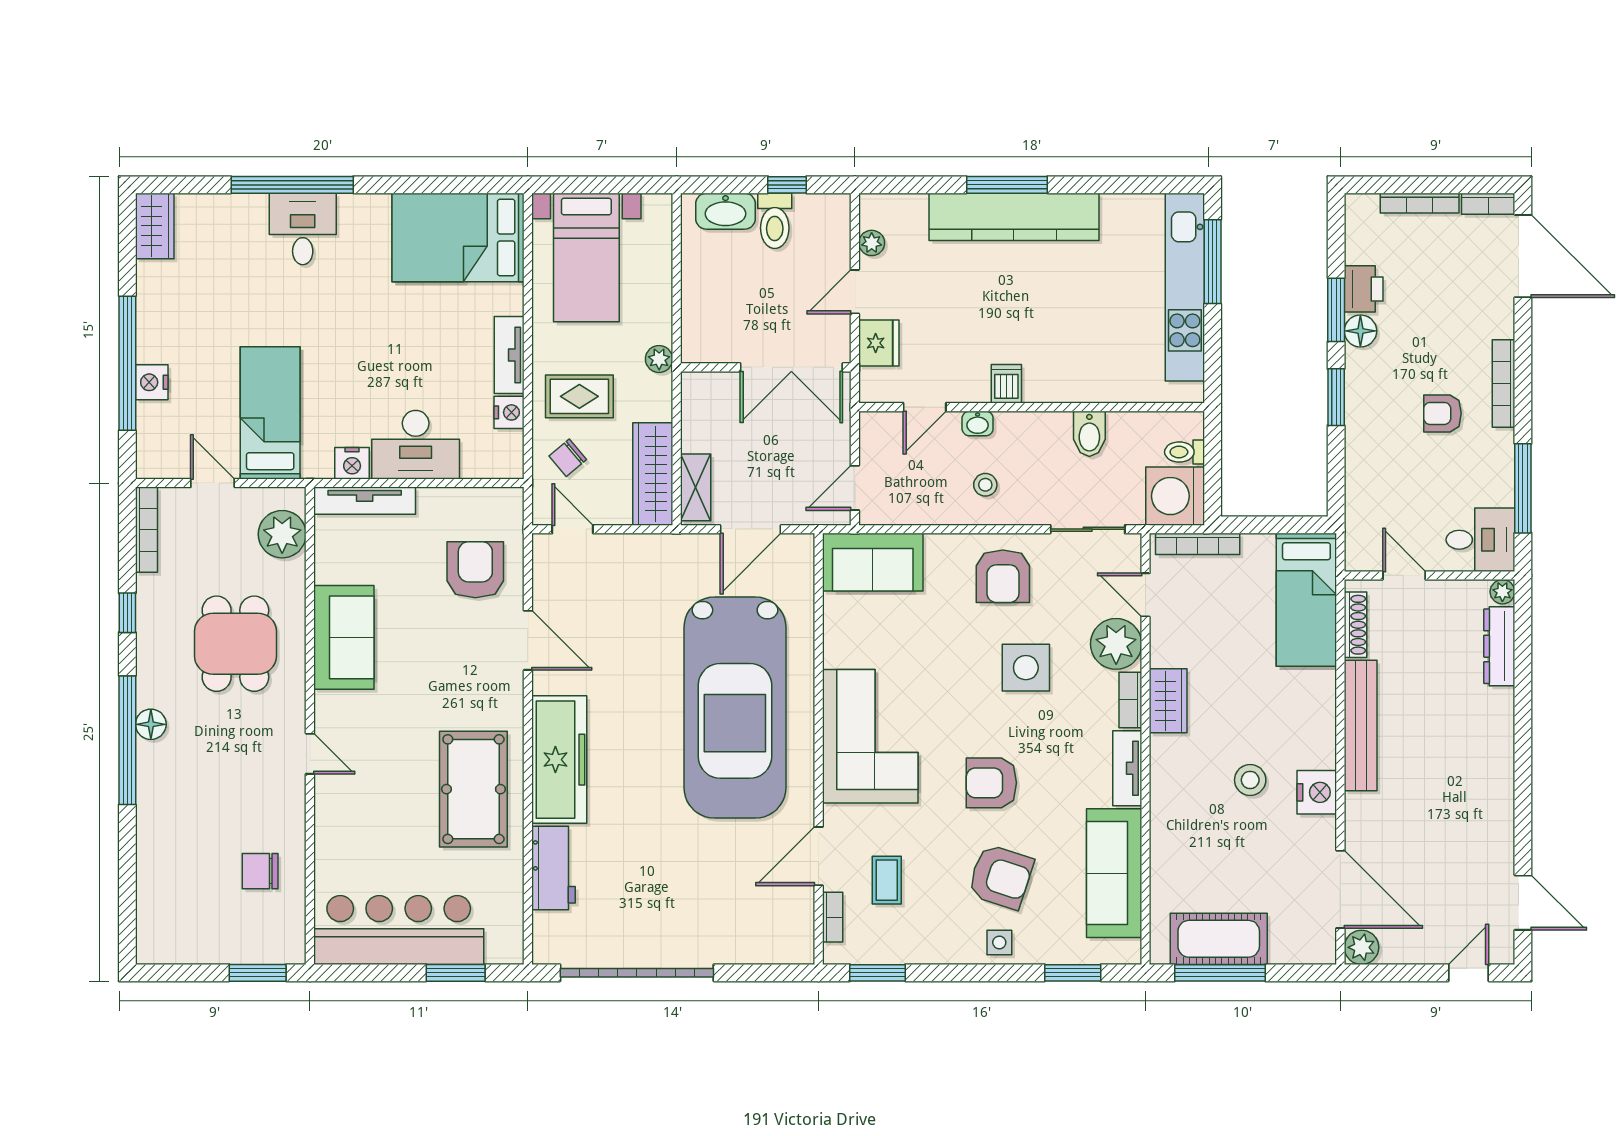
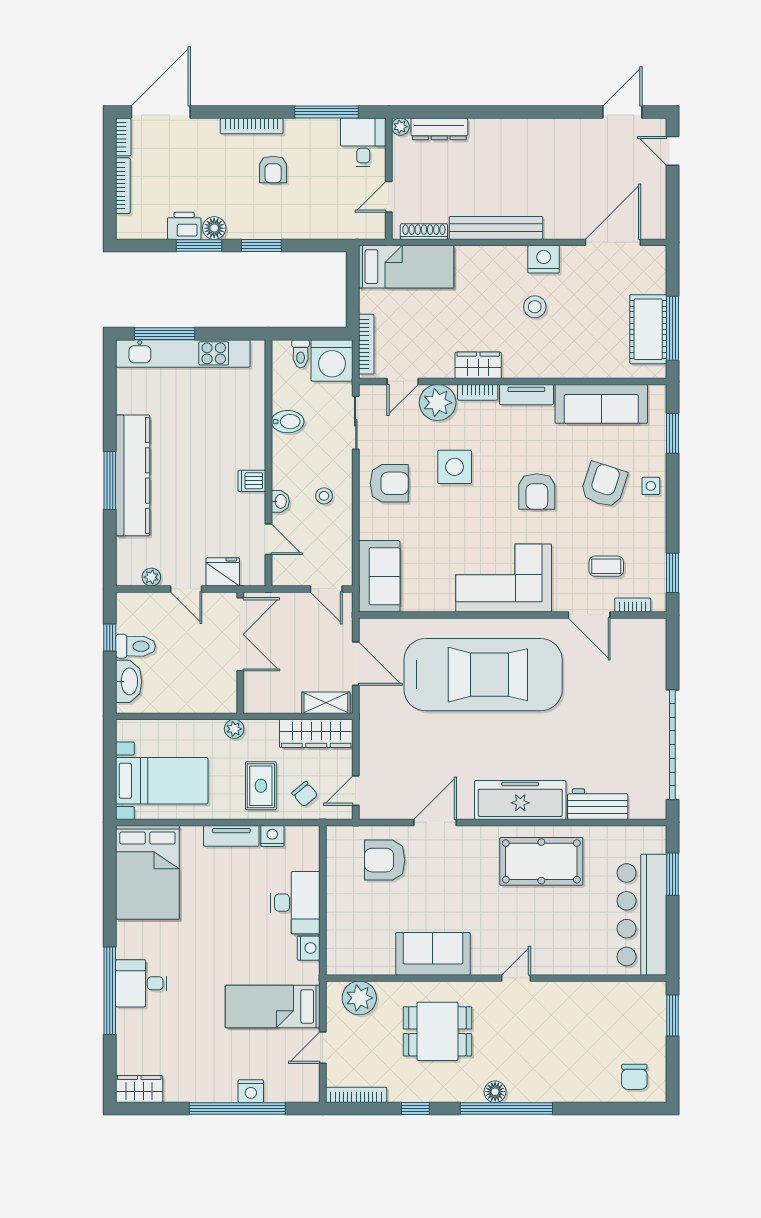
tv unit: (365, 501) -> (335, 939), removed
chair: (260, 871) -> (634, 1077), moved
plant: (1362, 947) -> (654, 227), removed

